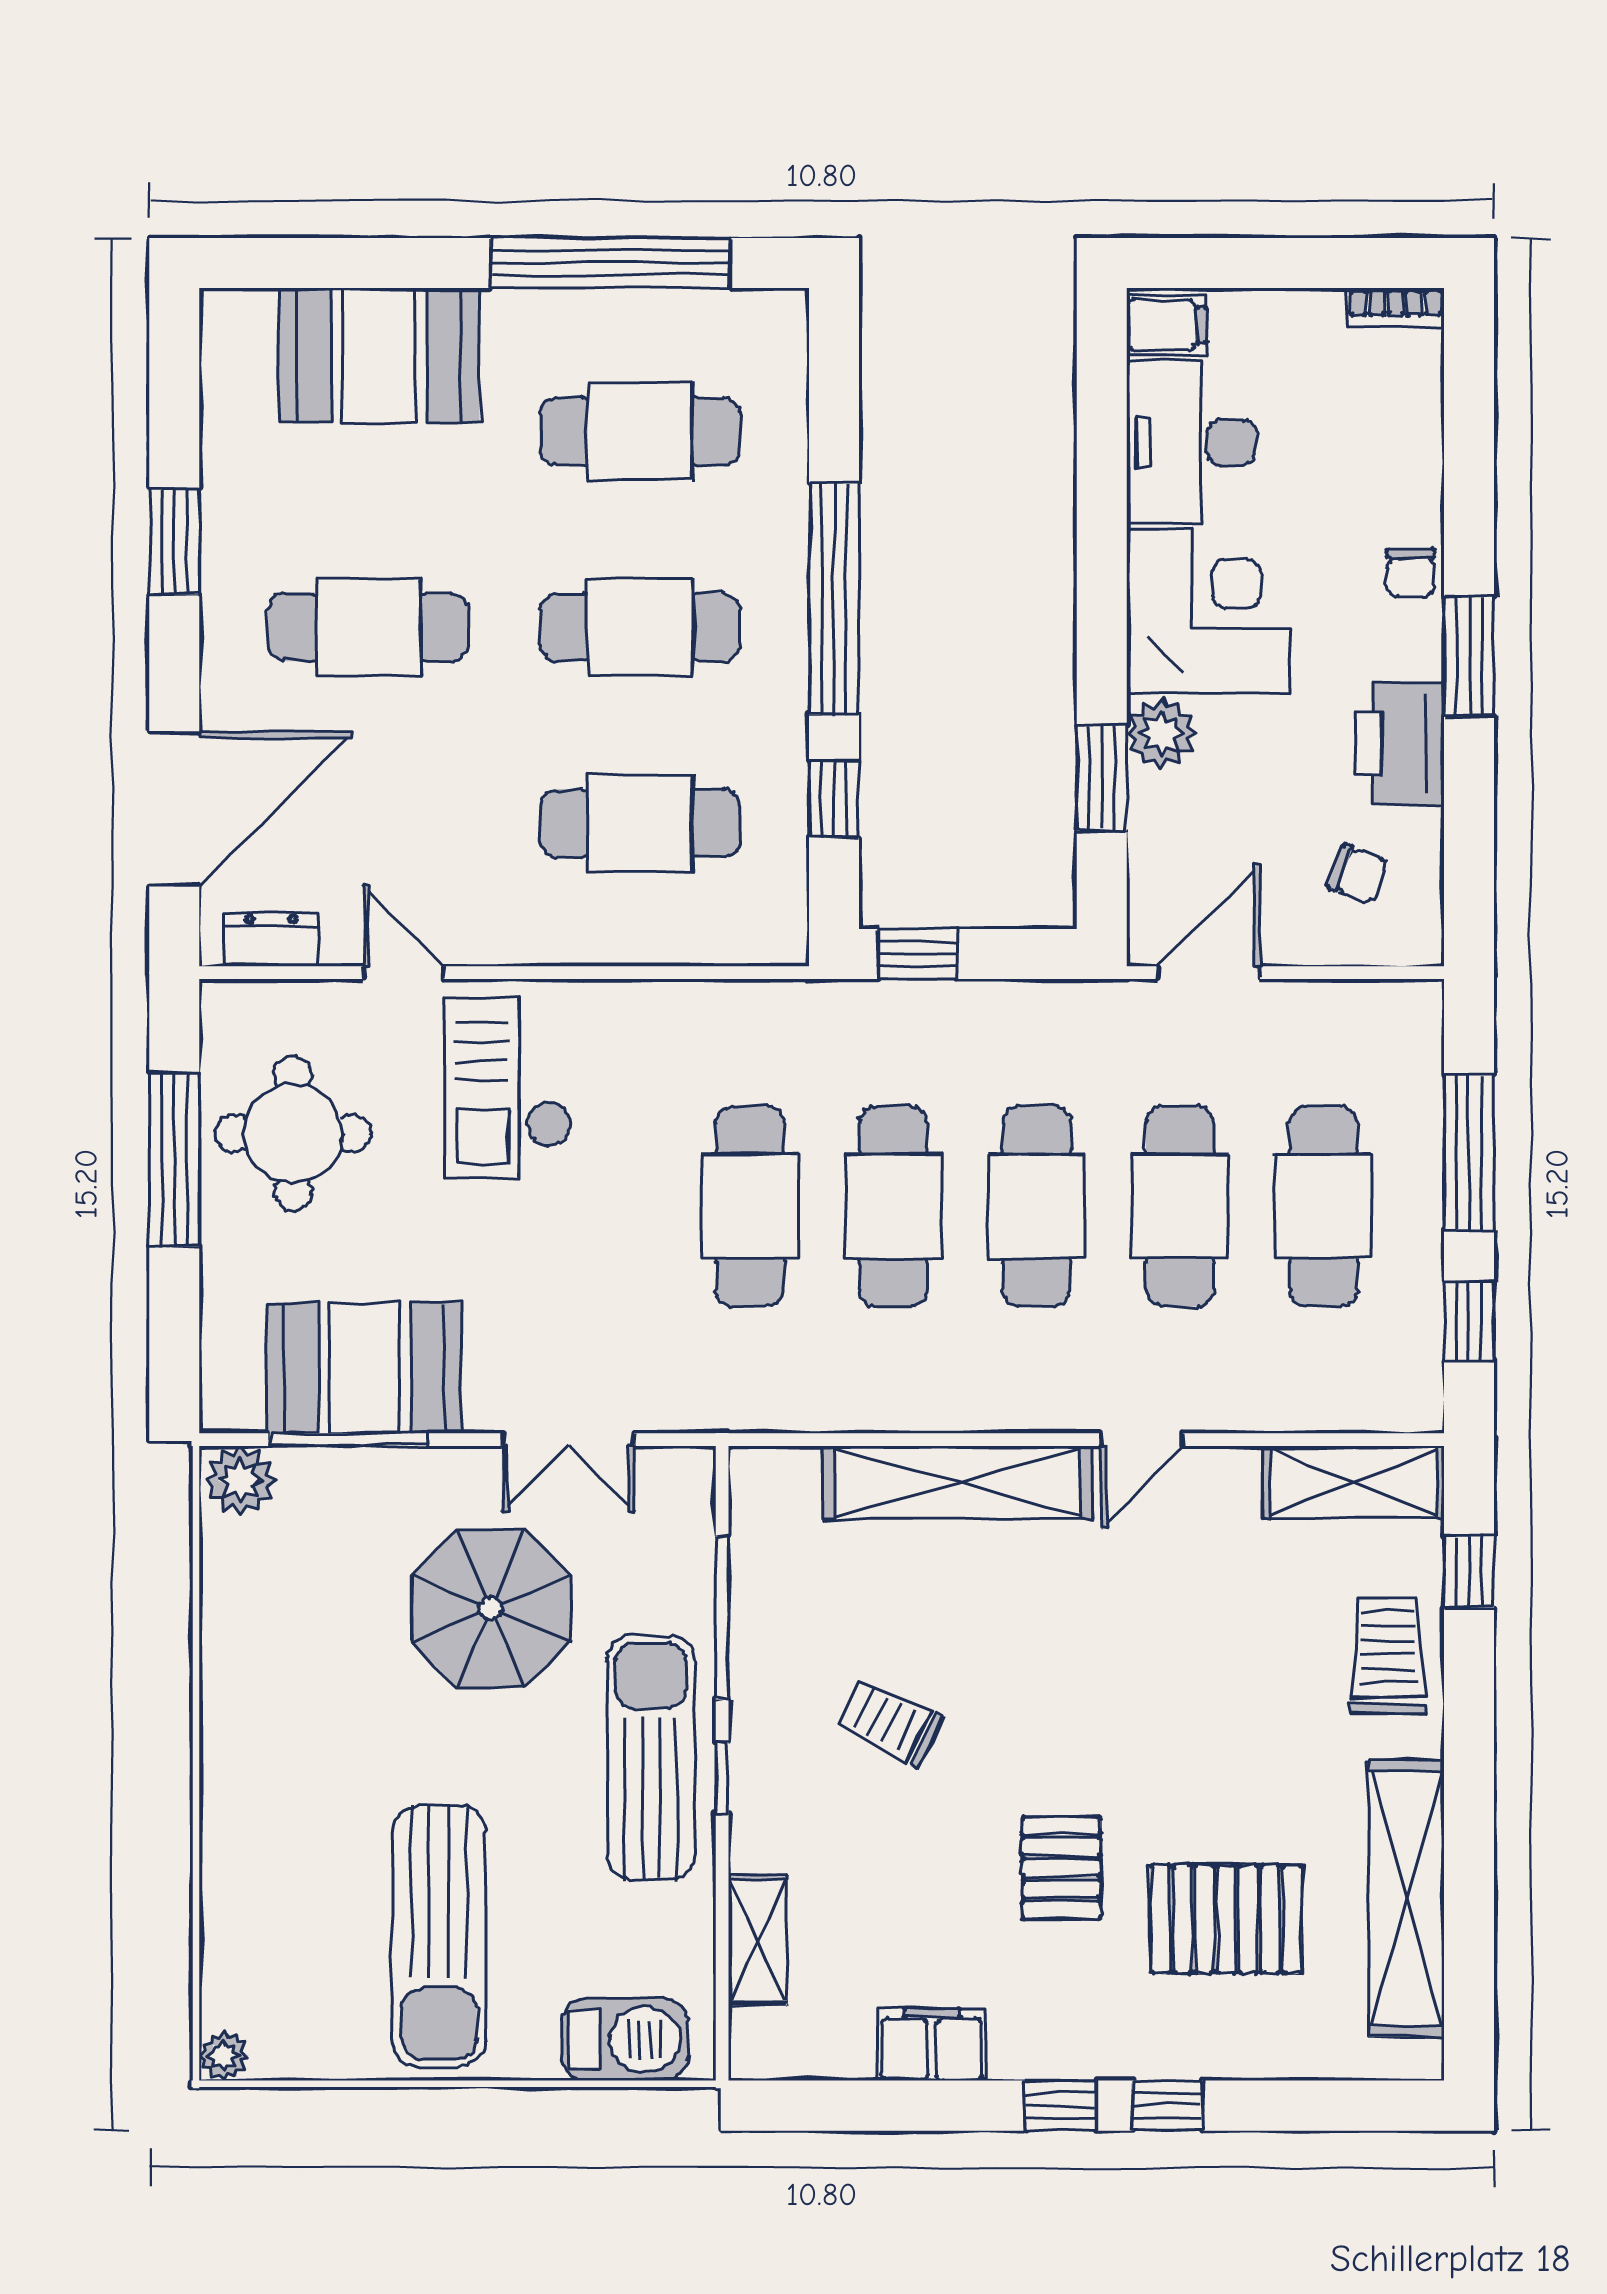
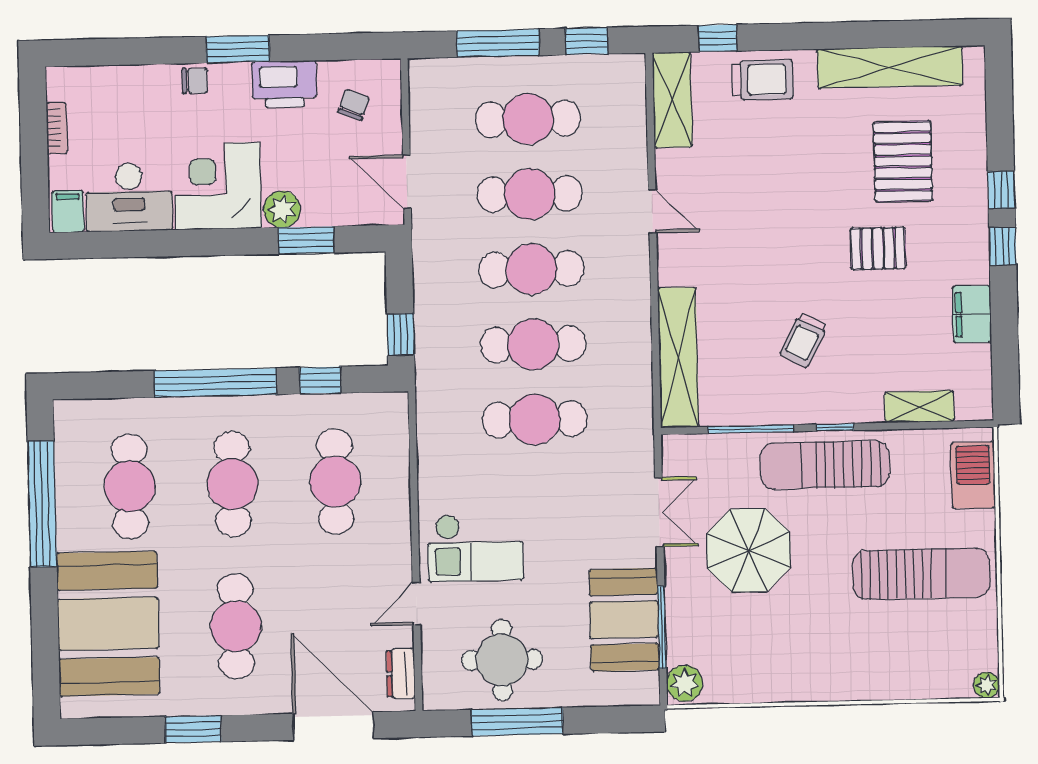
bookcase: (1396, 307) -> (57, 128), moved
booth: (379, 355) -> (108, 624), width x1.36, depth x1.42
shelving: (958, 1482) -> (678, 357), moved
trolley: (1388, 1655) -> (763, 80), turned 180

